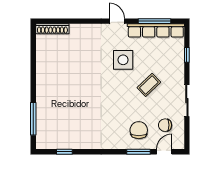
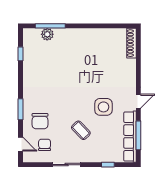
plant: (43, 122) -> (47, 34), added
chair: (139, 130) -> (40, 121), turned 90
window: (138, 152) -> (21, 109), moved

